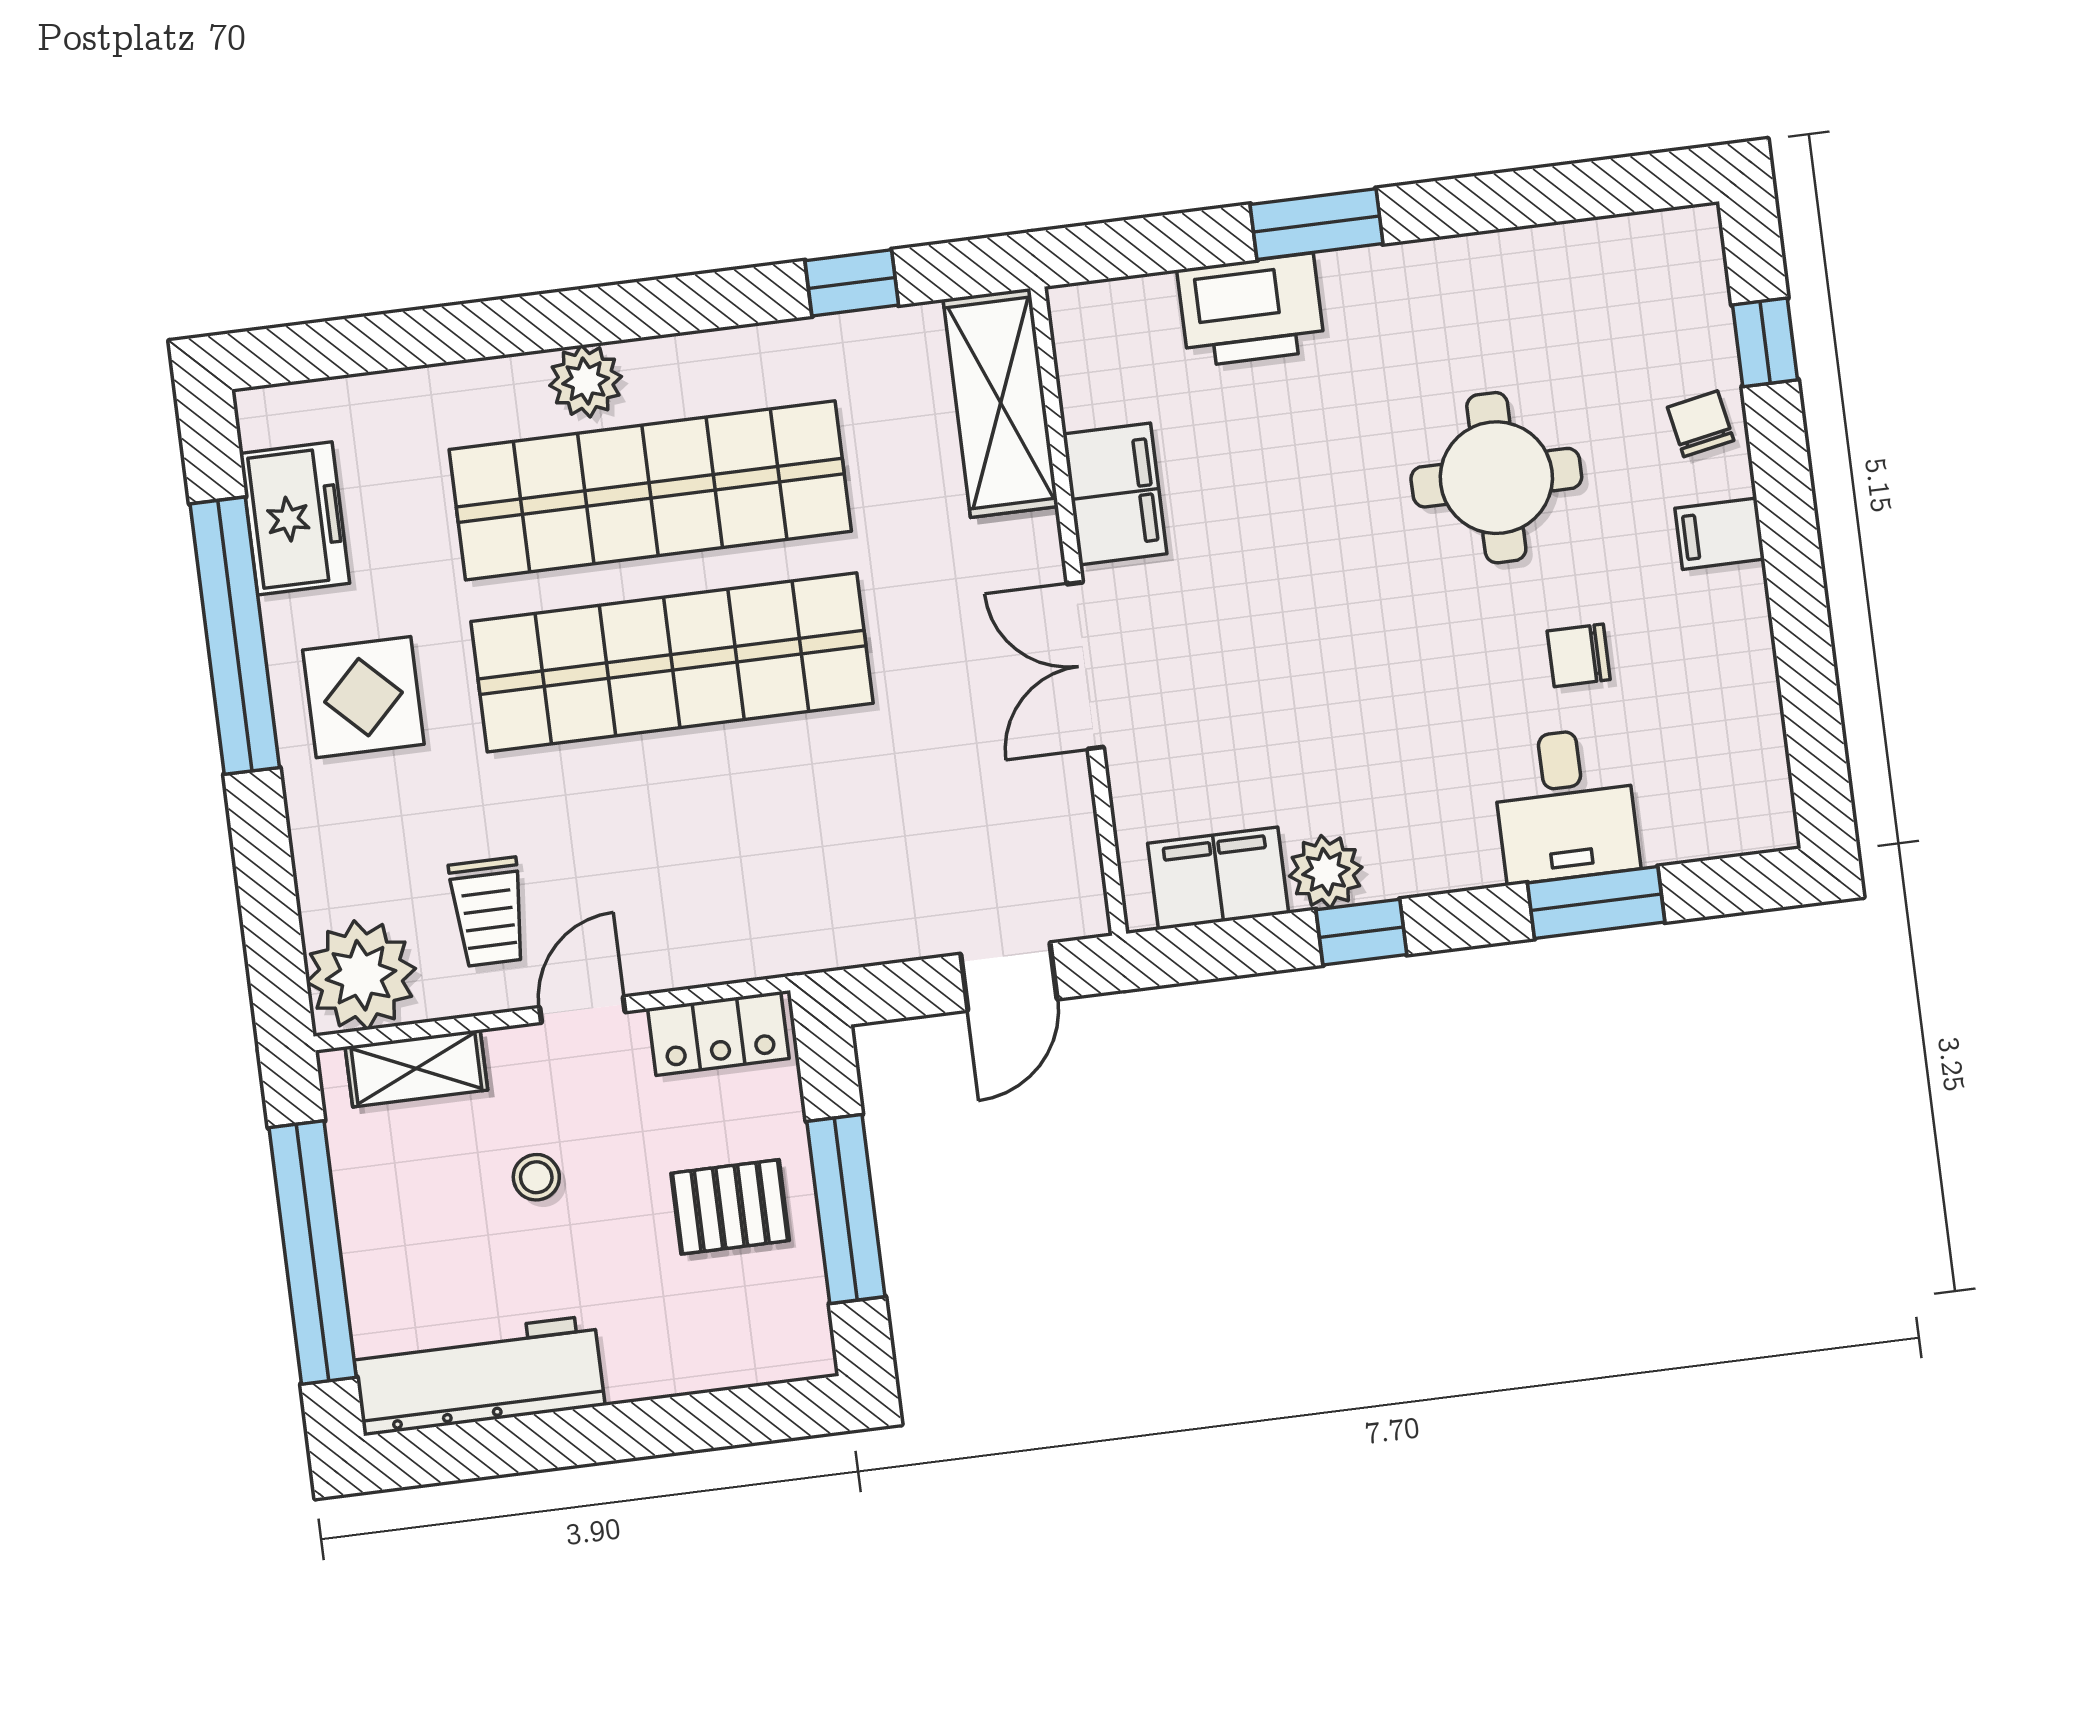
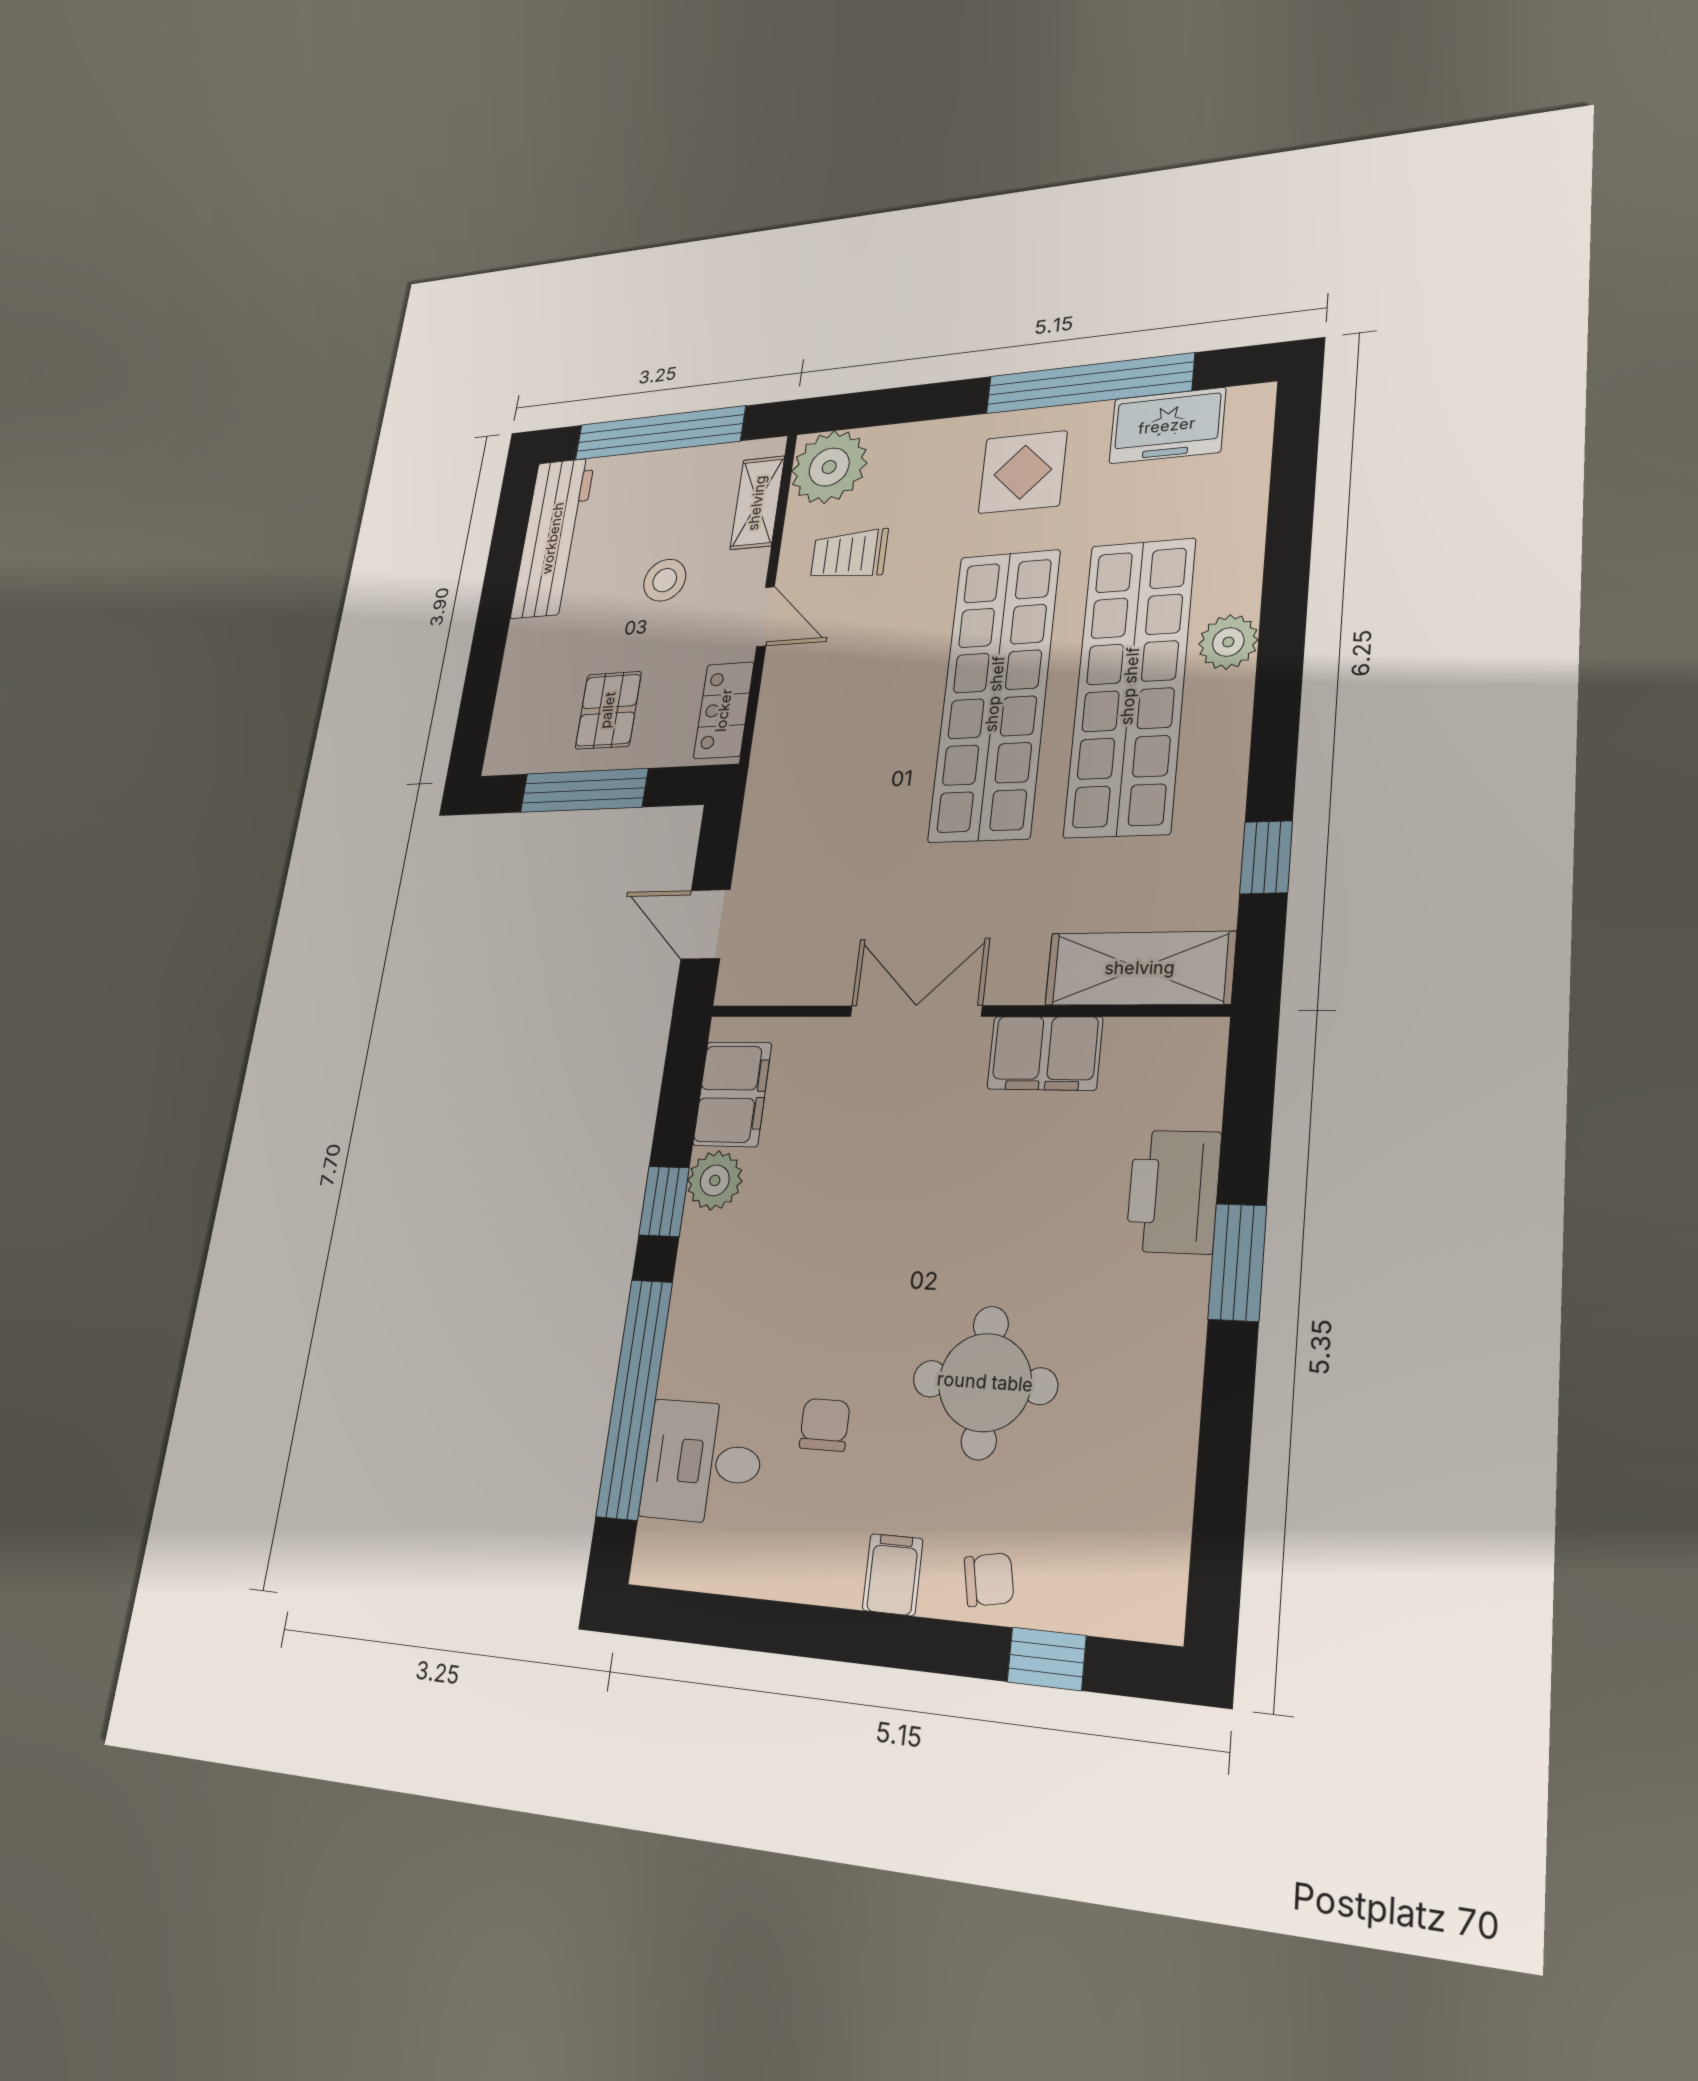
desk: (1565, 805) -> (703, 1462), moved
window: (1596, 902) -> (635, 1398), width x2.11
stool: (536, 1177) -> (665, 580), width x1.37, depth x1.37

